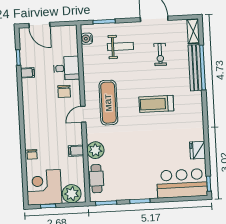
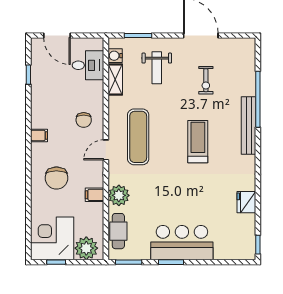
shelving: (193, 31) -> (115, 80), moved
weight bench: (120, 47) -> (157, 68), turned 90
desk: (66, 68) -> (88, 65), moved
bench: (195, 68) -> (249, 125), moved
filing cabinet: (28, 73) -> (39, 135), moved
treadmill: (156, 104) -> (198, 142), turned 90
chair: (32, 154) -> (56, 178), moved, width x1.87, depth x1.87
bar counter: (182, 183) -> (182, 243), moved

